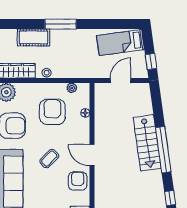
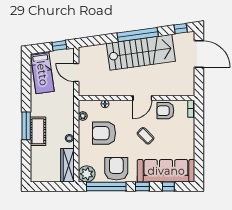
cot: (33, 37) -> (38, 131), moved
stairs: (147, 143) -> (141, 52), width x1.36, depth x1.51

